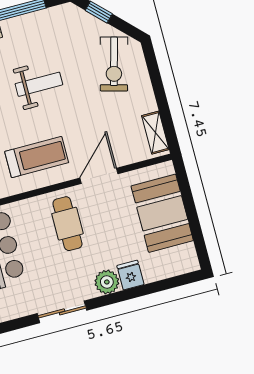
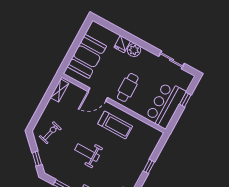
exercise bike: (114, 64) -> (50, 133), width x0.73, depth x0.72
treadmill: (37, 157) -> (115, 125), turned 180
sliding door: (62, 312) -> (171, 60), moved

